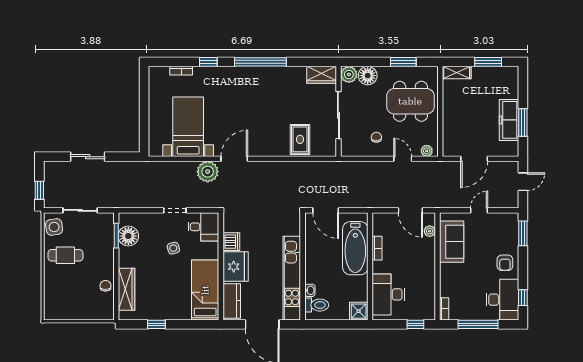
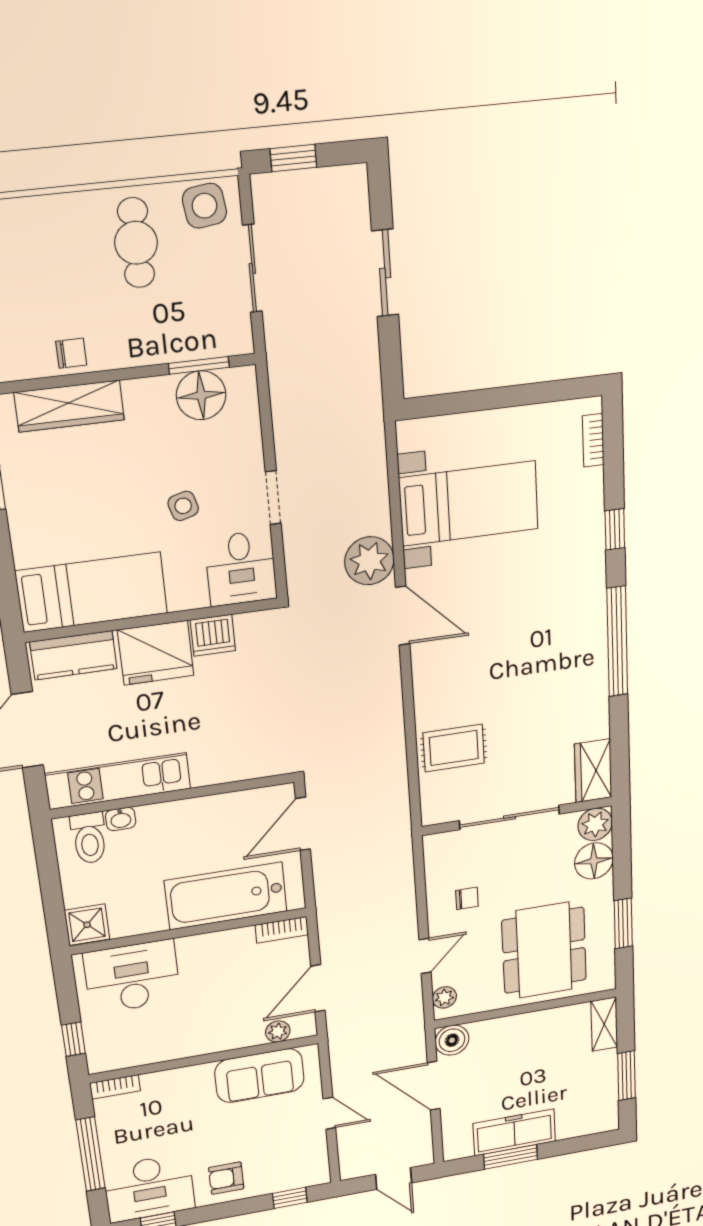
bookcase: (181, 71) -> (593, 440), moved
boiler: (451, 148) -> (452, 1040), added
window: (523, 233) -> (290, 1198), width x0.67
bookcase: (377, 248) -> (282, 930), moved
kitchen unit: (292, 278) -> (118, 781), width x0.73

